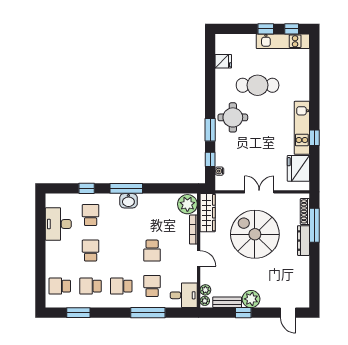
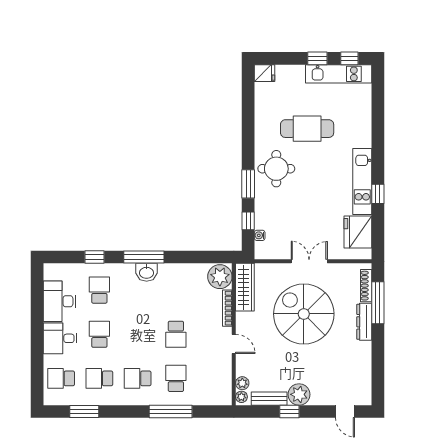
fridge: (223, 61) -> (264, 73), moved
desk: (184, 295) -> (60, 338), moved, turned 180

